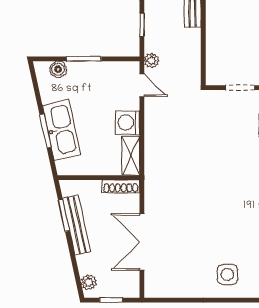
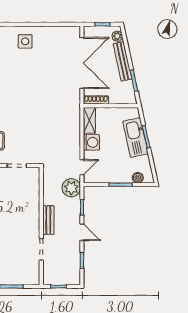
plant: (152, 61) -> (71, 188), width x1.88, depth x1.88
door: (142, 85) -> (82, 167), swing flipped
bench: (77, 225) -> (123, 61), moved
double door: (142, 242) -> (82, 63), width x1.36

